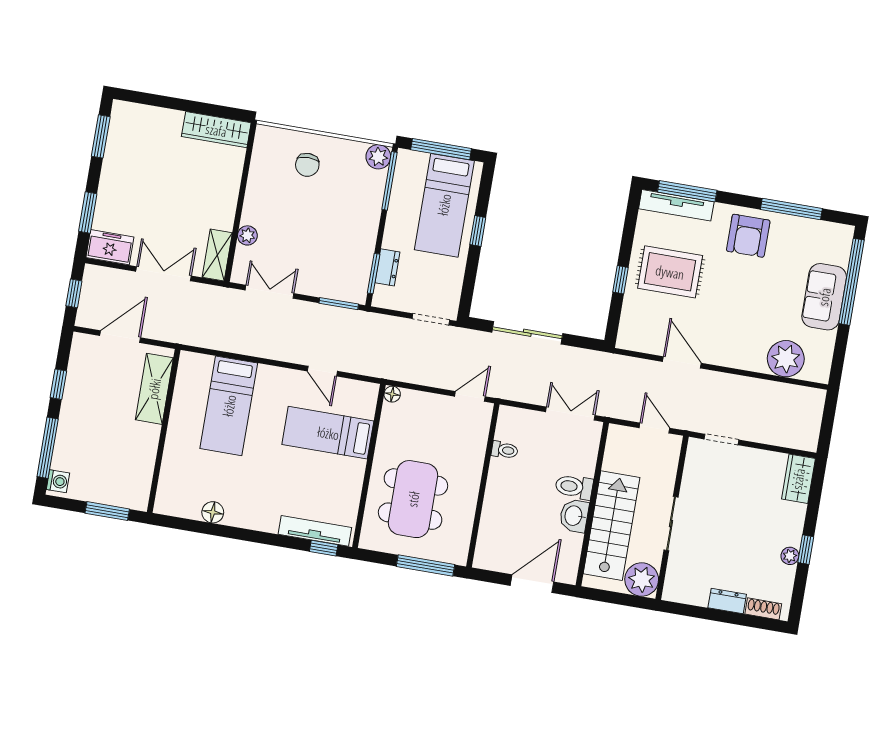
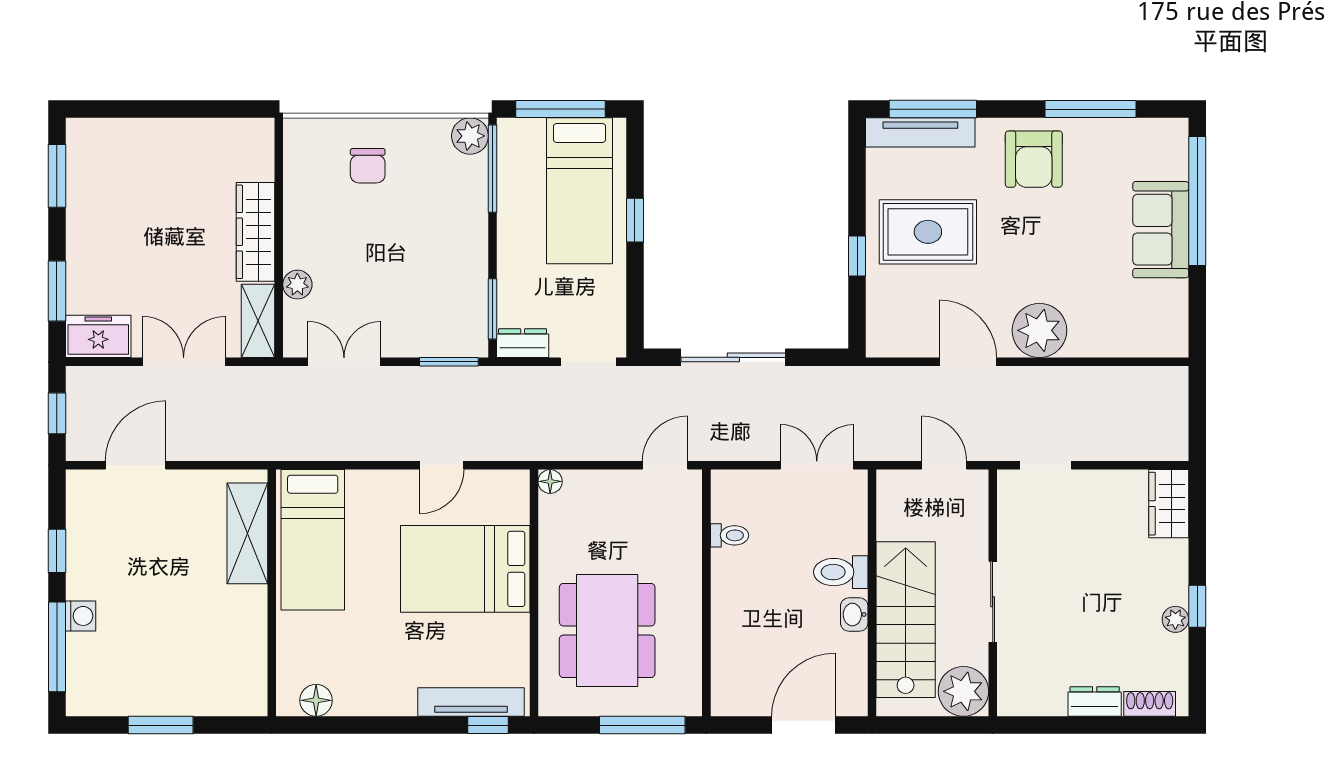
wardrobe: (216, 130) -> (255, 232), moved, turned 90
dresser: (387, 267) -> (523, 343), moved, turned -90
plant: (786, 359) -> (1039, 330), moved
door: (322, 371) -> (442, 465), hinge flipped
shelving: (154, 389) -> (247, 533), moved
wall: (164, 431) -> (272, 593), moved
bed: (328, 433) -> (465, 569), width x1.50
washing machine: (58, 481) -> (81, 616), moved
washbasin: (574, 516) -> (854, 615), width x0.72, depth x0.69

